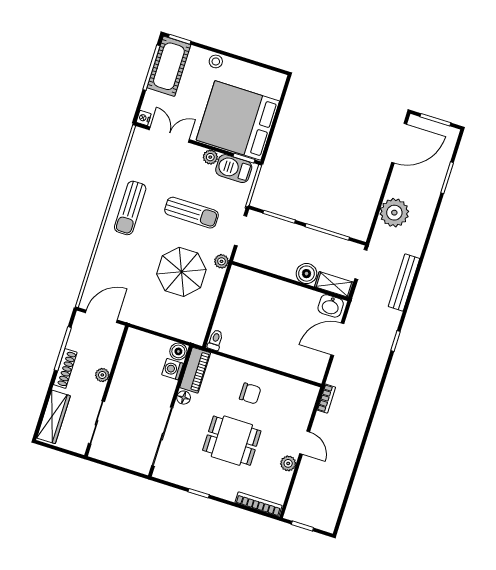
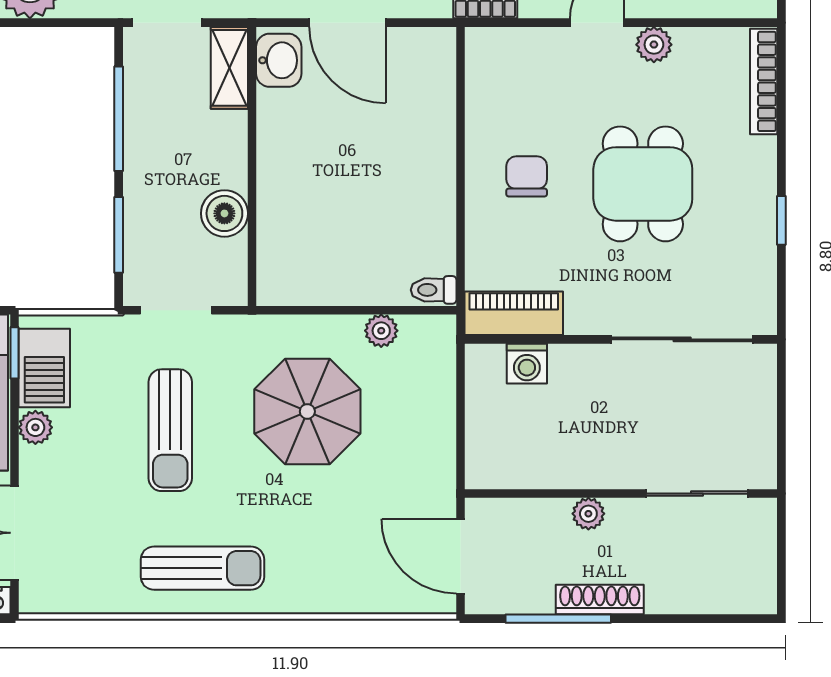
sun lounger: (192, 213) -> (170, 430), turned 180
plant: (222, 261) -> (381, 331), moved
boiler: (306, 274) -> (224, 213), moved
boiler: (178, 351) -> (484, 363), removed
floor lamp: (184, 398) -> (582, 320), removed
wardrobe: (53, 417) -> (714, 592), removed

